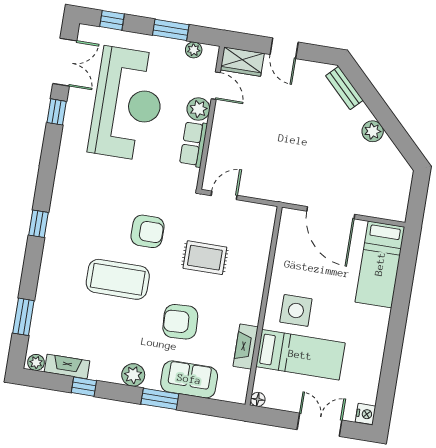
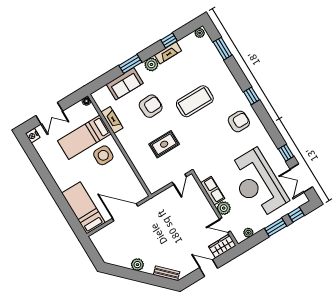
window: (171, 30) -> (276, 227), moved
armchair: (148, 231) -> (239, 121), moved, turned 180
fireplace: (67, 366) -> (168, 53), moved

